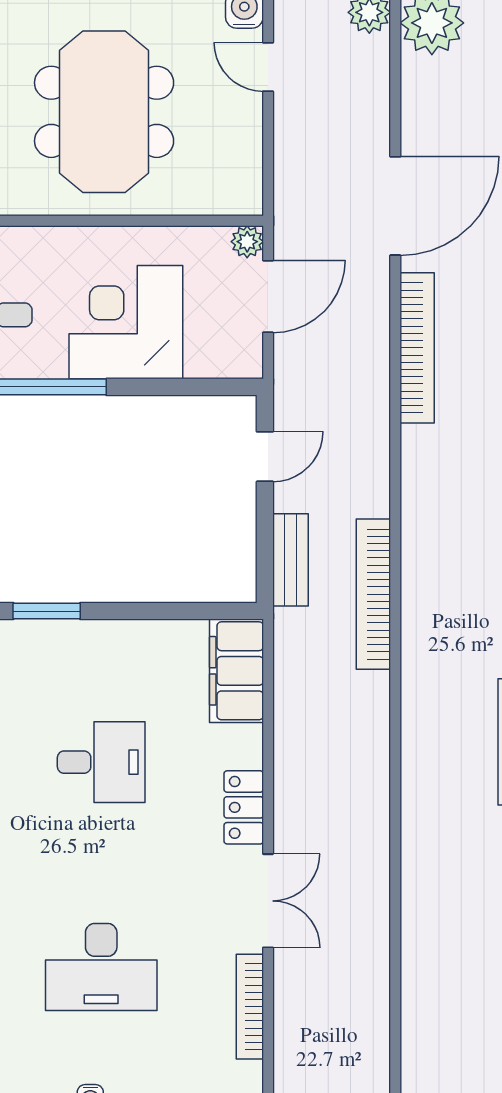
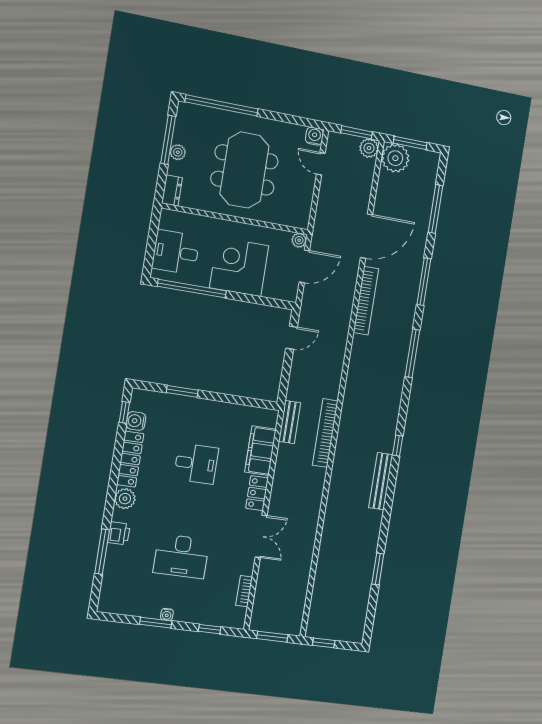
bench: (291, 560) -> (290, 422), moved
bookcase: (373, 594) -> (325, 433), moved
filing cabinet: (236, 671) -> (260, 451), moved
bookcase: (250, 1007) -> (244, 591), width x0.64

